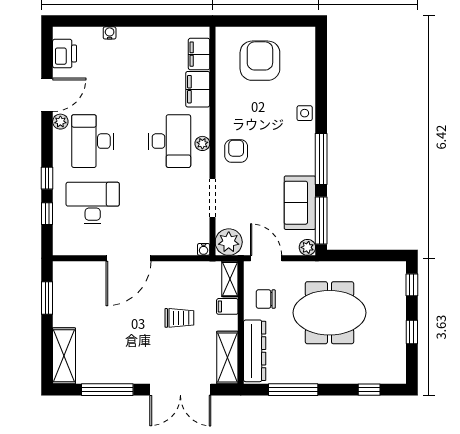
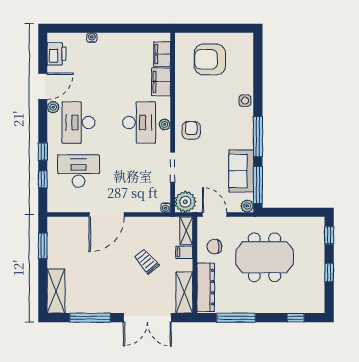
armchair: (260, 61) -> (210, 59), turned -90
trolley: (179, 318) -> (147, 261), turned -130

